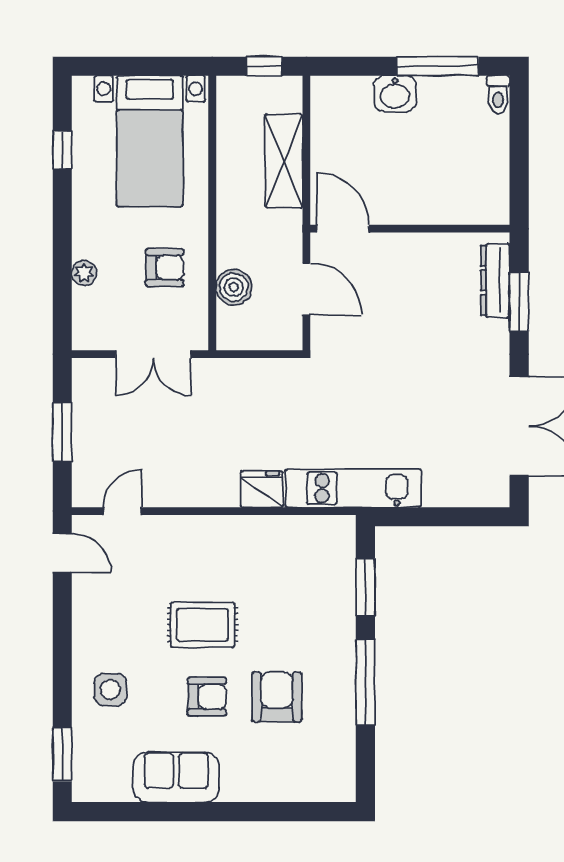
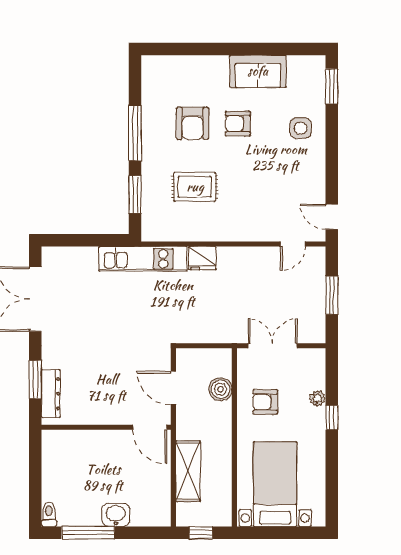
window: (62, 150) -> (332, 418), moved
rug: (203, 625) -> (195, 187), moved

